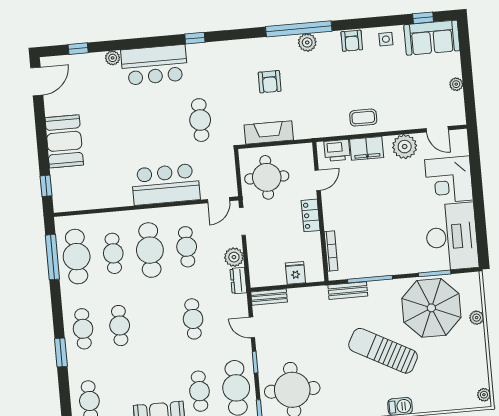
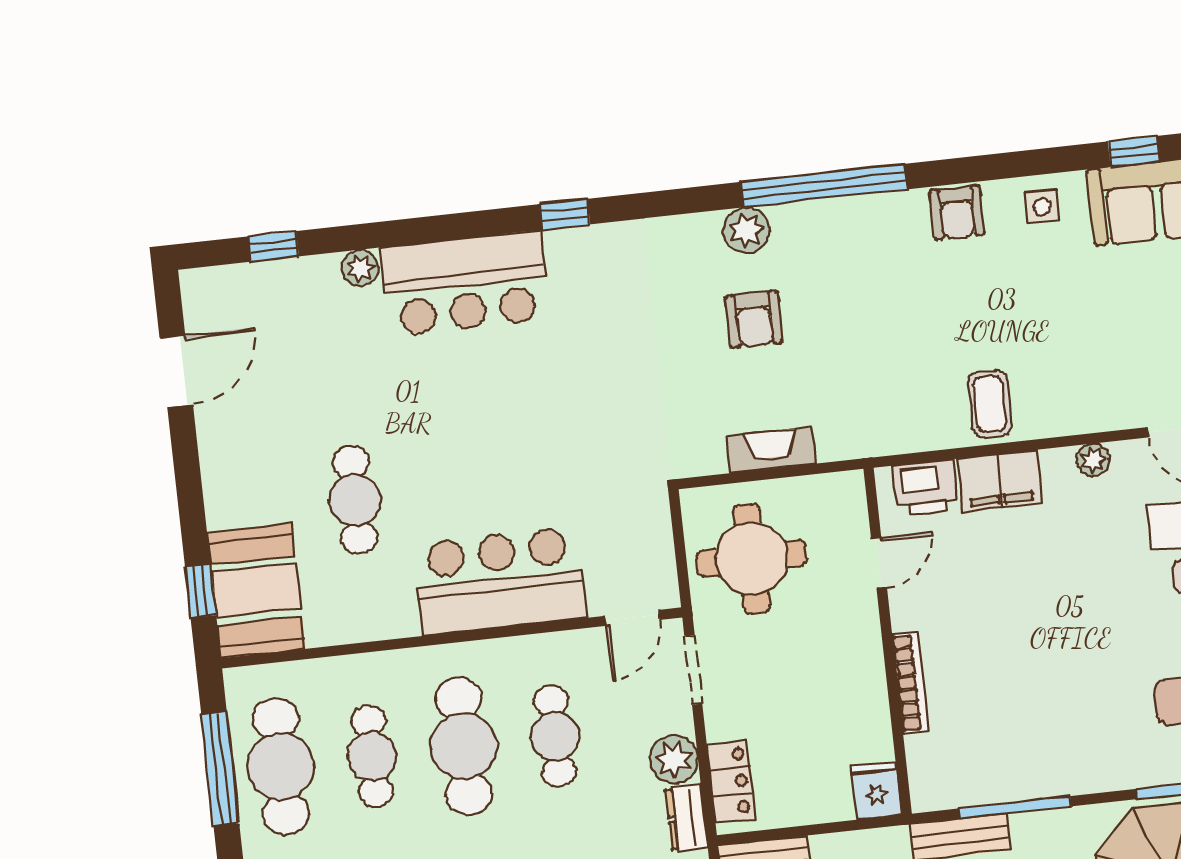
plant: (307, 42) -> (746, 230), moved
door: (37, 81) -> (176, 371), moved
coffee table: (363, 118) -> (990, 404), turned 90
cafe table: (200, 120) -> (355, 500), moved
fireplace: (269, 132) -> (771, 450), width x0.73, depth x0.76
booth: (64, 141) -> (256, 590), moved
plant: (405, 147) -> (1093, 460), width x0.53, depth x0.53
locker: (311, 215) -> (731, 781), moved, turned 180
bookcase: (331, 251) -> (910, 683), moved
fridge: (295, 273) -> (876, 790), moved

